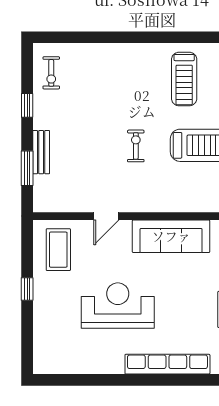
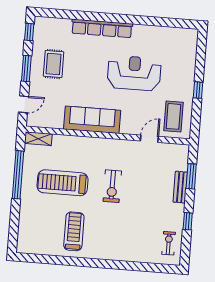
exercise bike: (136, 146) -> (112, 186), width x1.38, depth x1.39
door: (106, 216) -> (149, 139), moved
reception desk: (118, 306) -> (134, 73), turned 180

